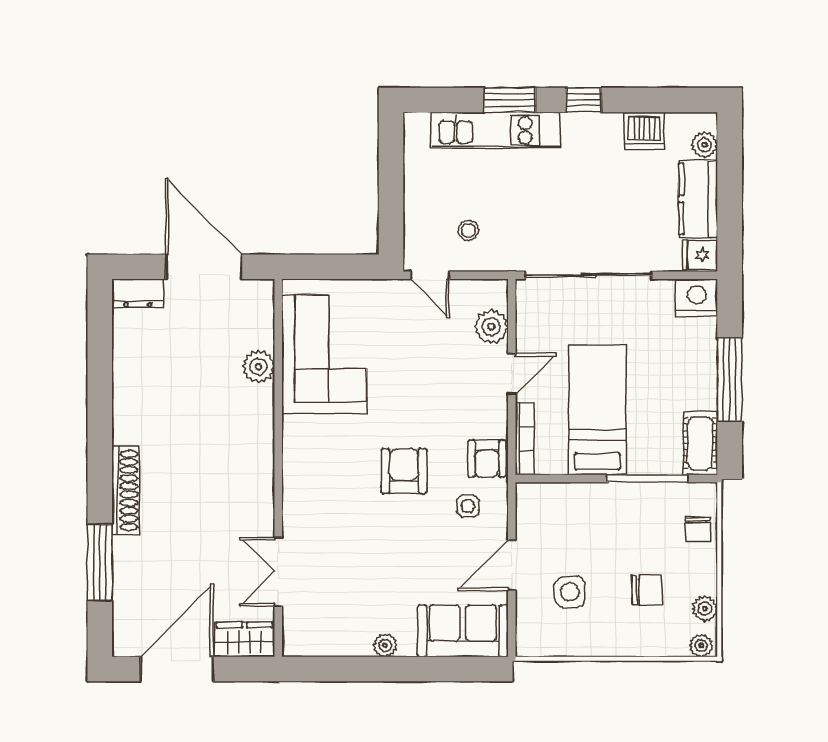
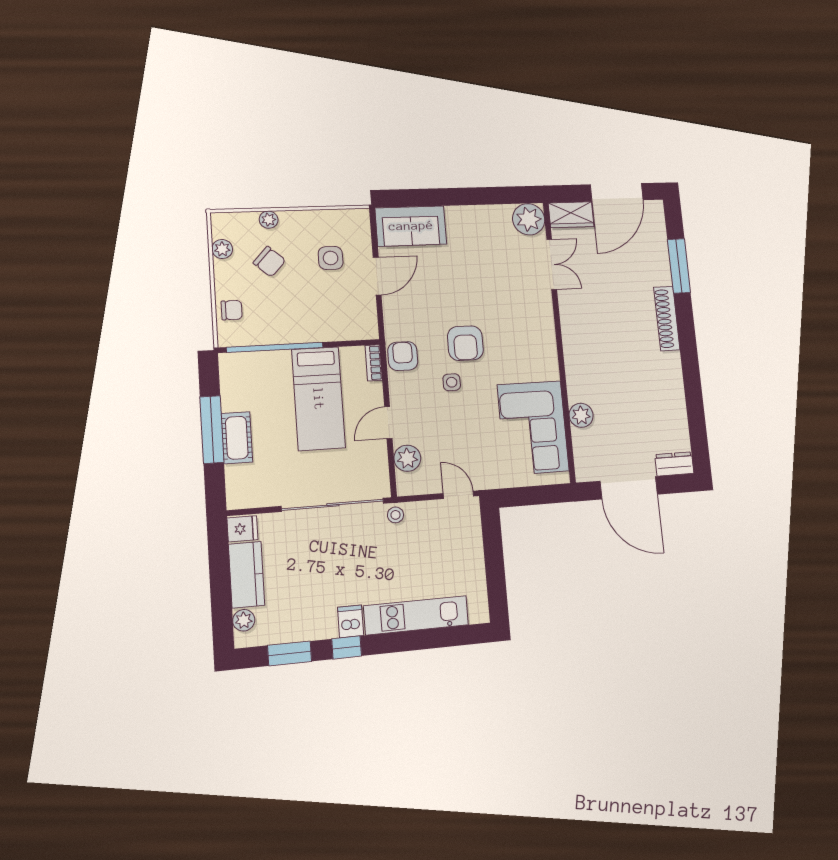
window: (510, 100) -> (290, 653), moved
dishwasher: (644, 131) -> (351, 621), moved, width x0.73
stool: (468, 230) -> (396, 515), moved
nightstand: (697, 298) -> (243, 494), removed
bookcase: (525, 439) -> (374, 363), width x0.64
cot: (700, 443) -> (237, 438), moved
window: (647, 479) -> (275, 347), width x1.46
side table: (468, 506) -> (452, 382), moved
chair: (698, 529) -> (232, 310), turned 90
chair: (647, 590) -> (269, 262), turned -138
plant: (385, 645) -> (529, 219), moved, width x1.88, depth x1.88
plant: (701, 645) -> (269, 220), moved

